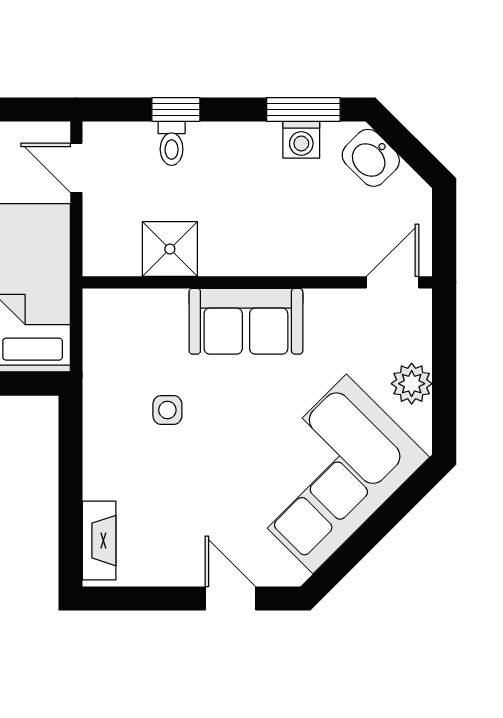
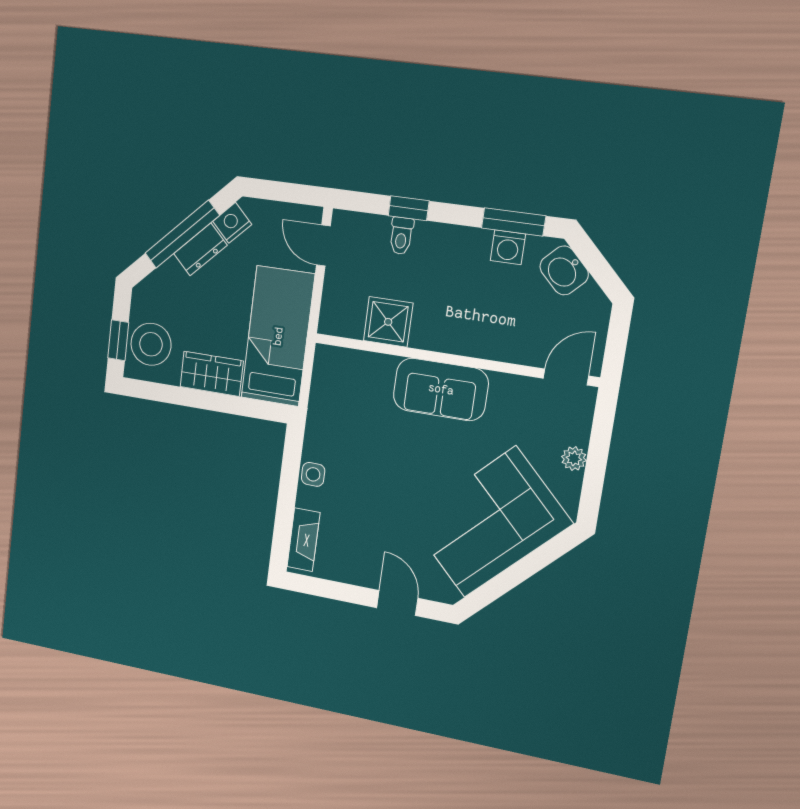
plant: (412, 384) -> (574, 458), width x0.73, depth x0.73
side table: (167, 410) -> (313, 474), moved

